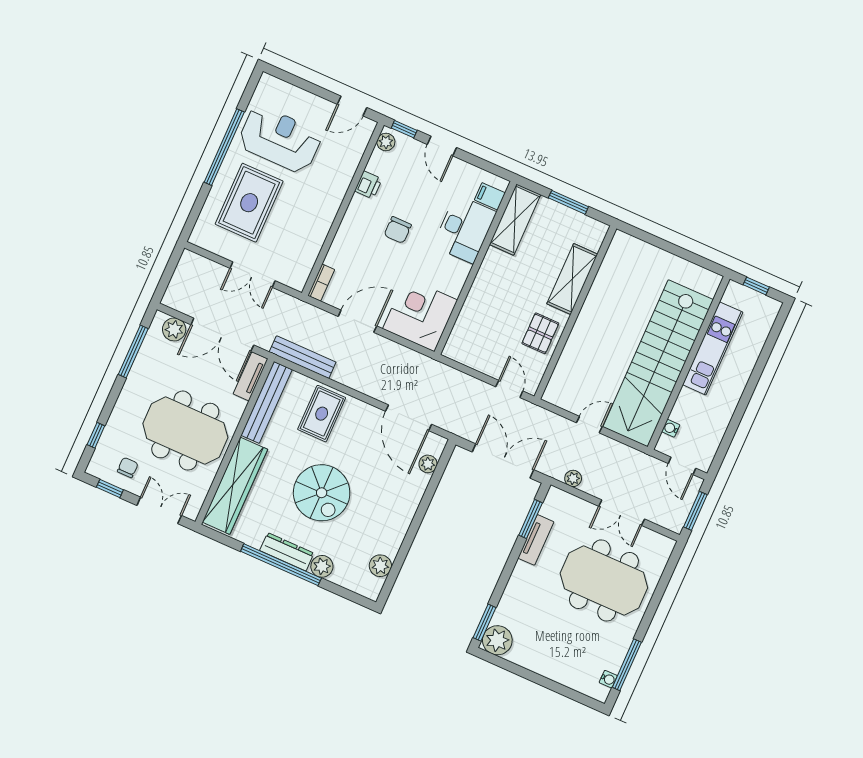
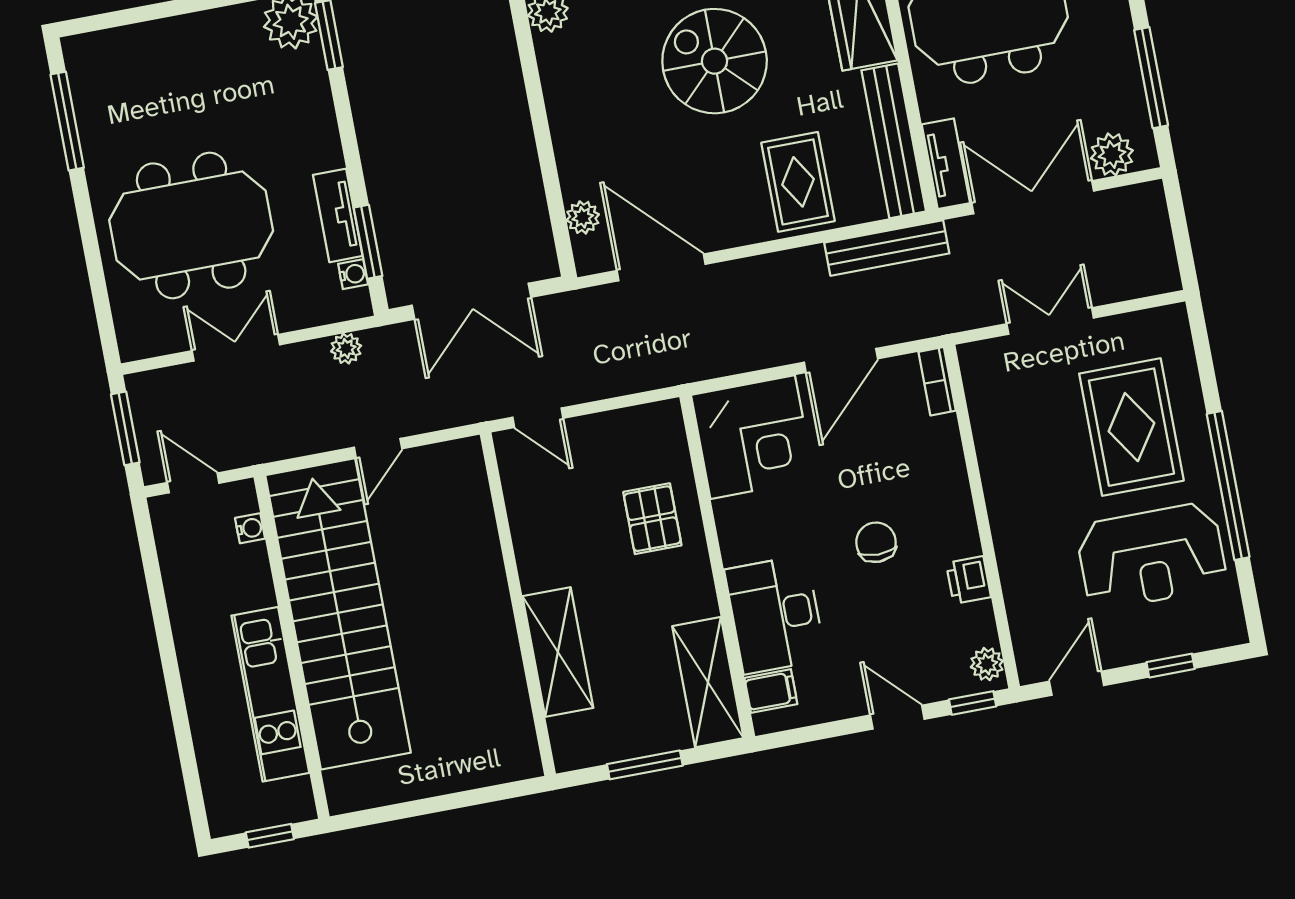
window: (305, 85) -> (1171, 666), added
pallet: (540, 333) -> (652, 519), moved
water cooler: (608, 679) -> (353, 274), moved, turned 180

